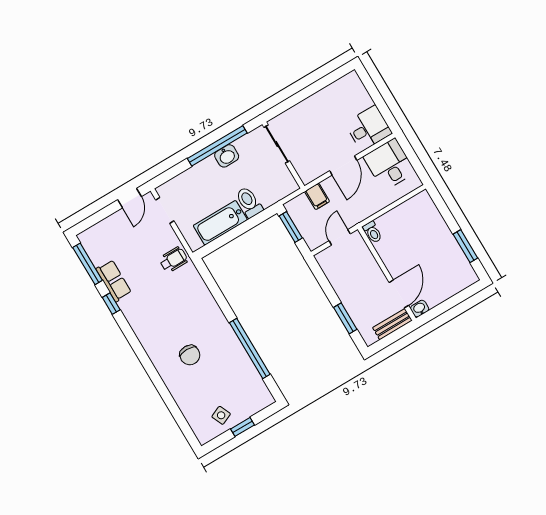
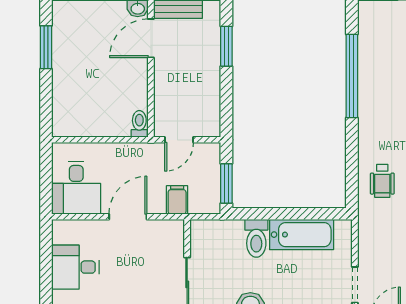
desk: (368, 128) -> (75, 267), moved
wheelchair: (173, 260) -> (382, 181), moved, turned -90

